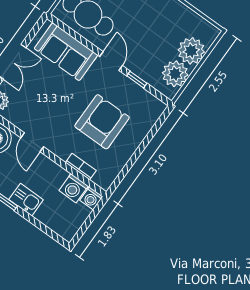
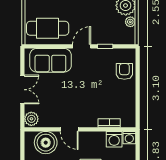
door: (111, 61) -> (82, 46), hinge flipped
plant: (175, 74) -> (130, 22), width x0.53, depth x0.53
armchair: (102, 122) -> (124, 71), moved, width x0.53, depth x0.53

